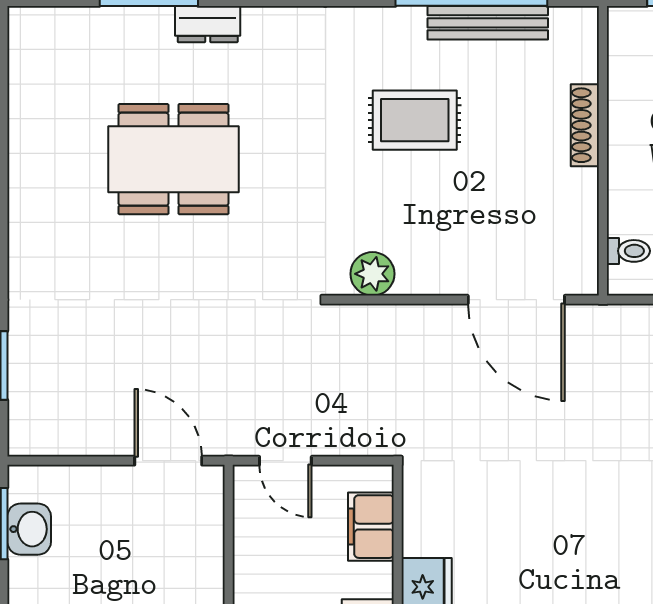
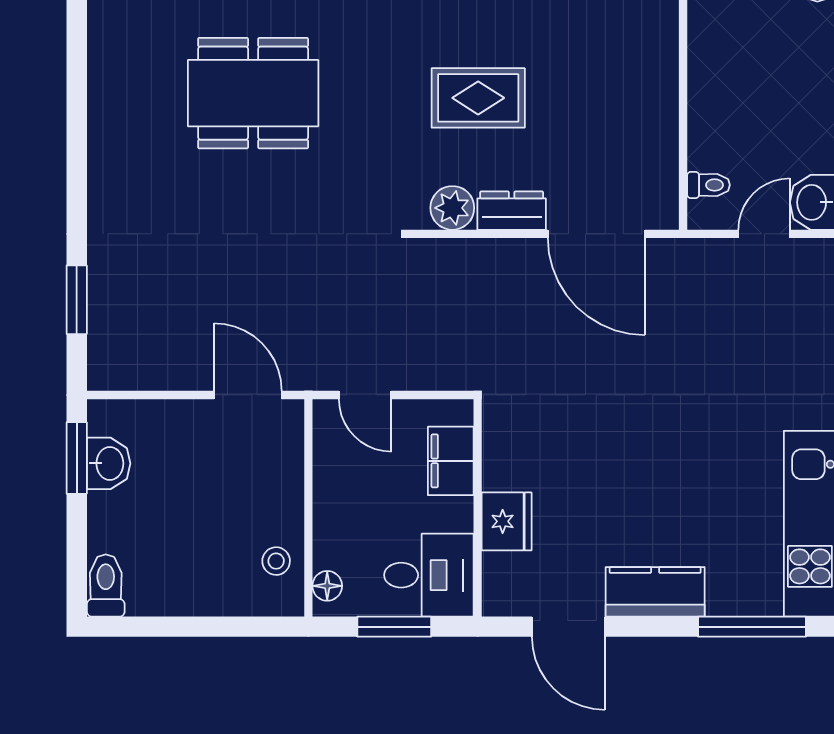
rug: (415, 120) -> (478, 98), moved
shoe rack: (585, 125) -> (665, 59), removed
dresser: (432, 276) -> (512, 211), added

